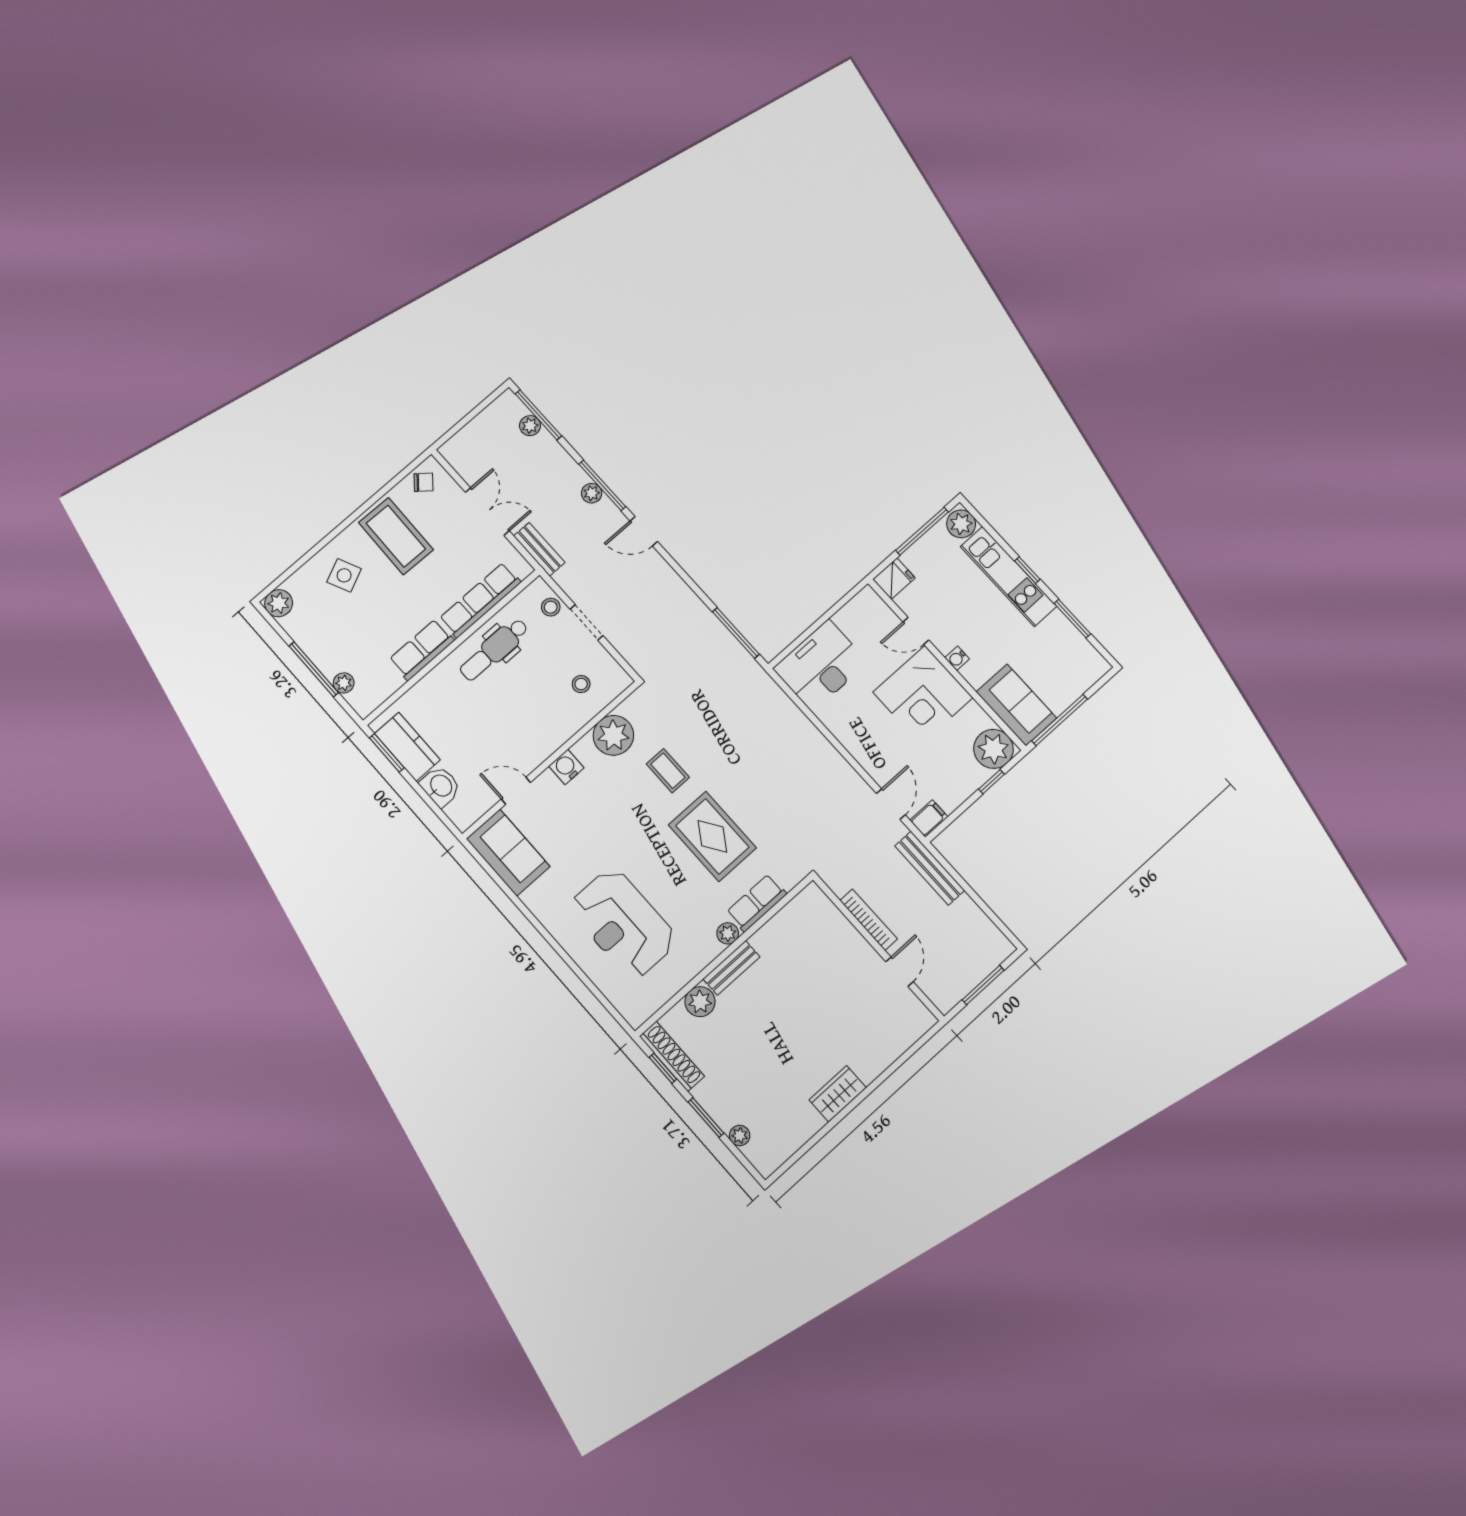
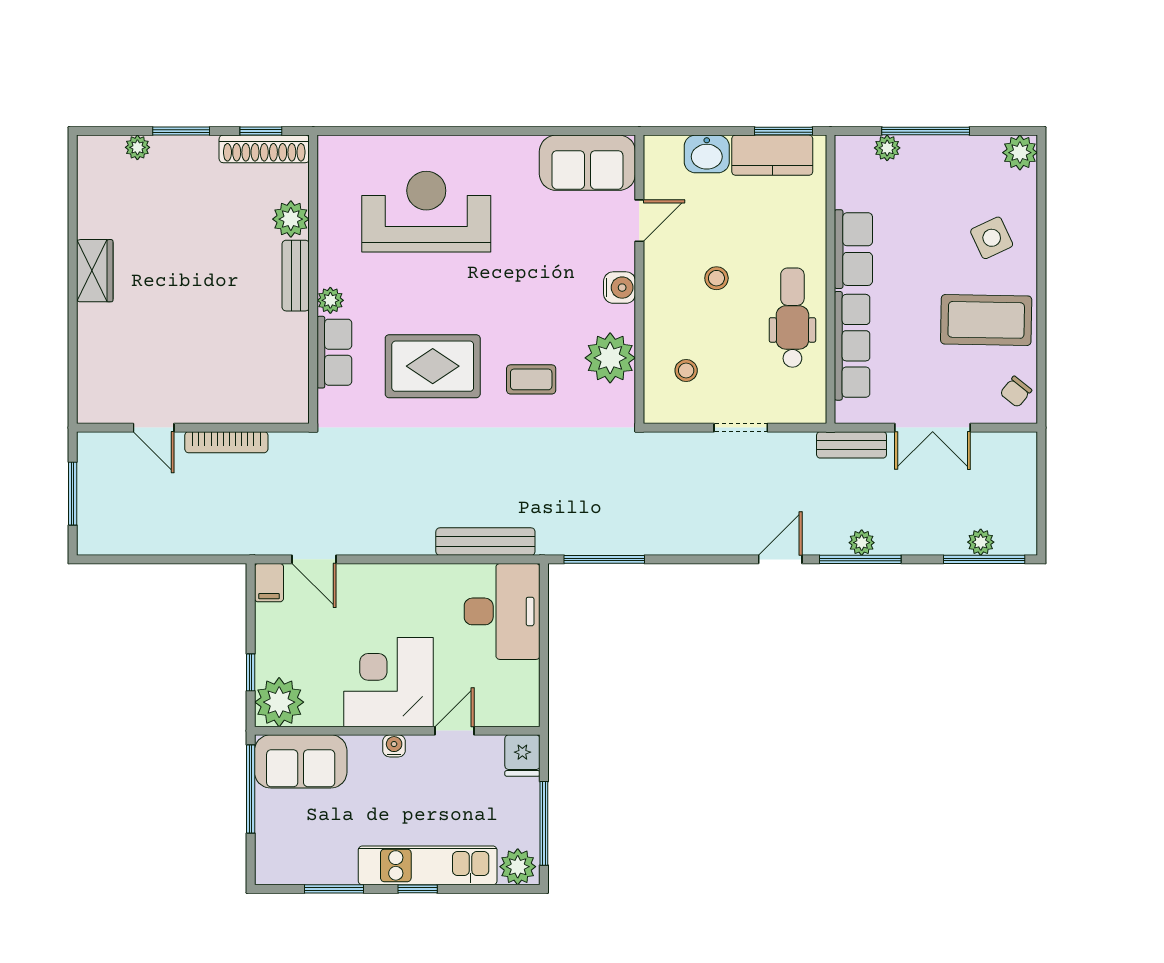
stool: (551, 607) -> (716, 278), moved
bench: (930, 868) -> (485, 542), moved

